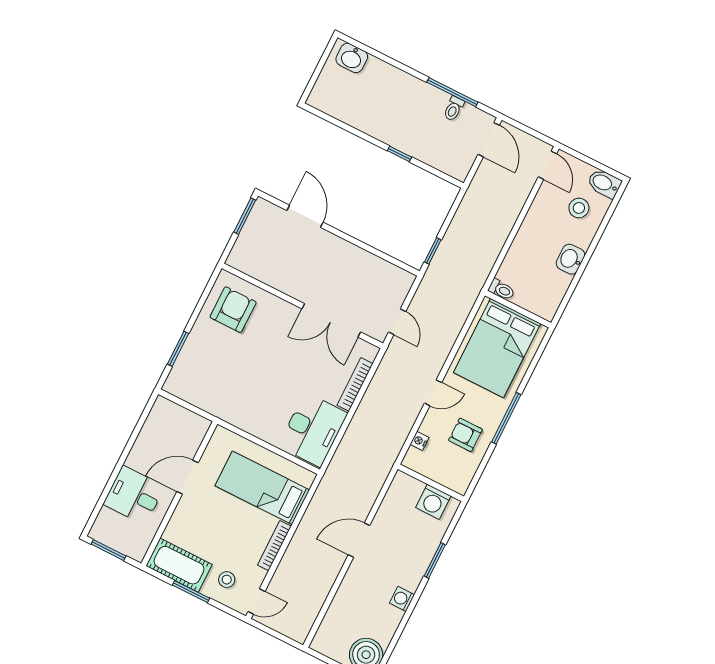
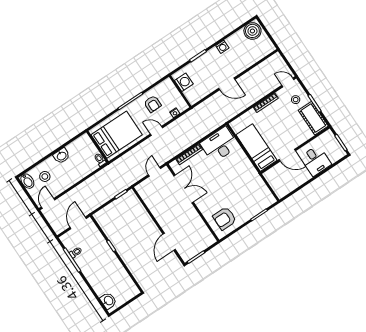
door: (489, 140) -> (78, 223), moved
bed: (262, 488) -> (256, 148), moved, turned 180

